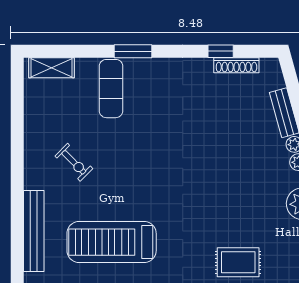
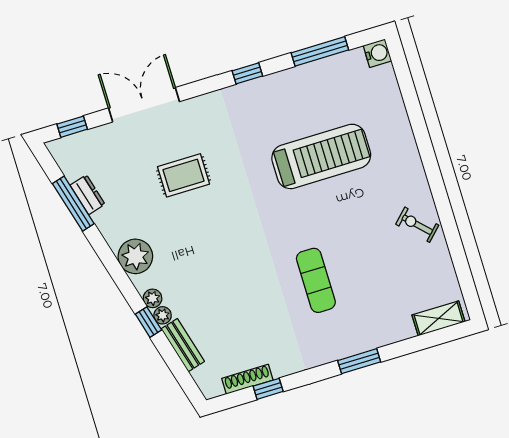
exercise mat: (111, 89) -> (316, 280), moved
exercise bike: (74, 162) -> (417, 225), moved
bench: (34, 231) -> (405, 143), removed

